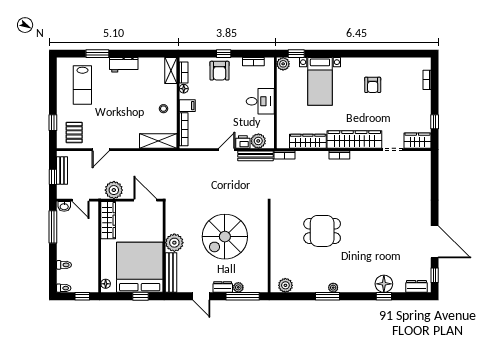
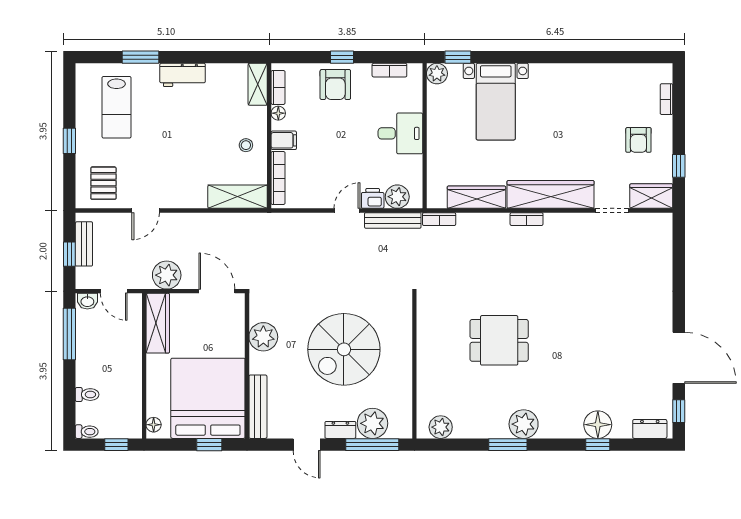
armchair: (373, 85) -> (638, 140), moved
window: (53, 123) -> (69, 141), moved
plant: (174, 243) -> (263, 337), moved
plant: (238, 287) -> (372, 423), width x1.88, depth x1.88
plant: (333, 288) -> (524, 424), width x1.88, depth x1.88

